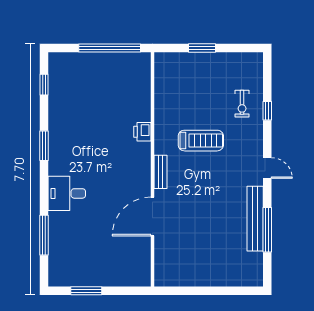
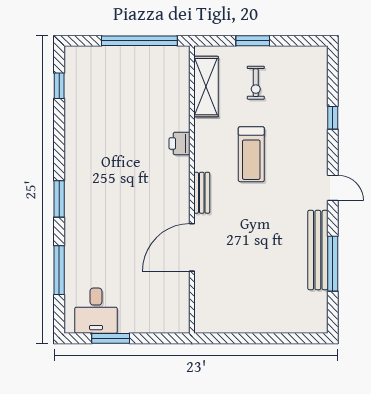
shelving: (164, 85) -> (206, 87), added
exercise bike: (242, 104) -> (256, 83), moved
treadmill: (201, 141) -> (251, 154), turned 90
window: (44, 146) -> (59, 199), moved
desk: (67, 193) -> (96, 311), moved, turned -90

